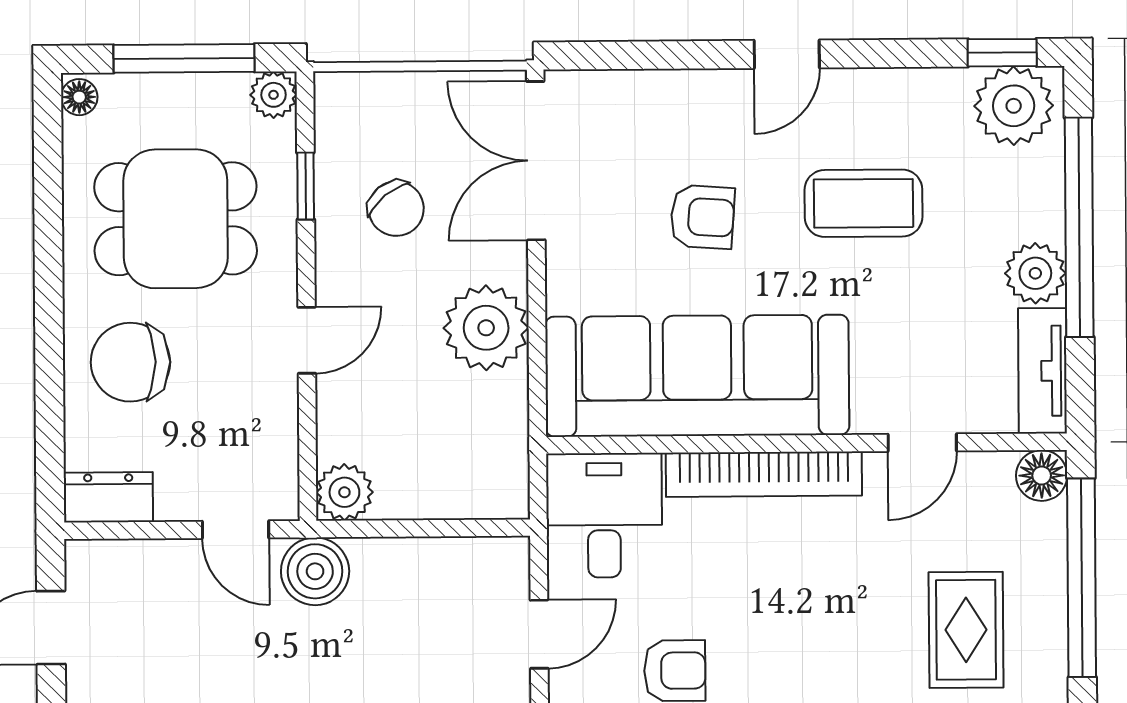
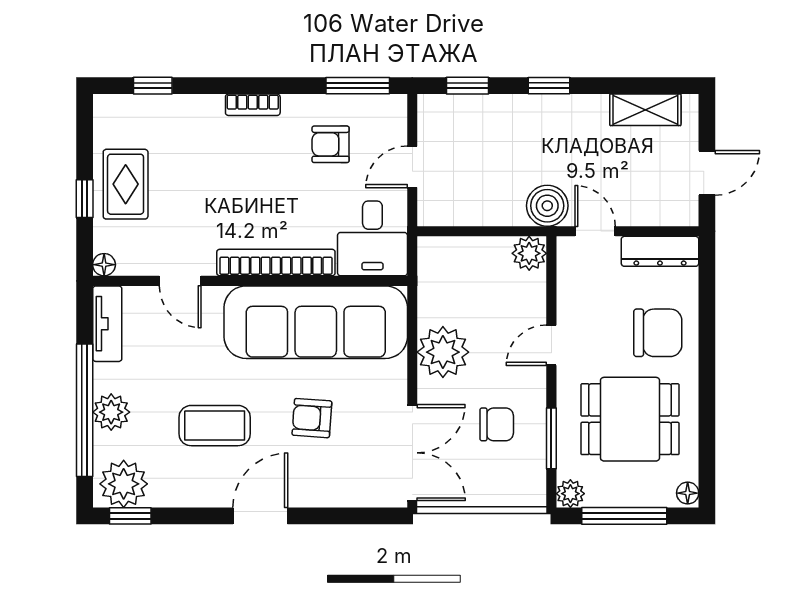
door: (787, 54) -> (260, 516), width x1.38
window: (306, 186) -> (551, 438), width x1.50
chair: (396, 209) -> (497, 424), turned 129
plant: (1035, 273) -> (111, 412), moved
door: (922, 443) -> (180, 281), swing flipped
floor lamp: (1042, 476) -> (104, 265), width x0.73, depth x0.73
dresser: (108, 497) -> (660, 251), width x1.44
window: (1082, 578) -> (85, 199), width x0.32
rug: (966, 630) -> (126, 184), moved

